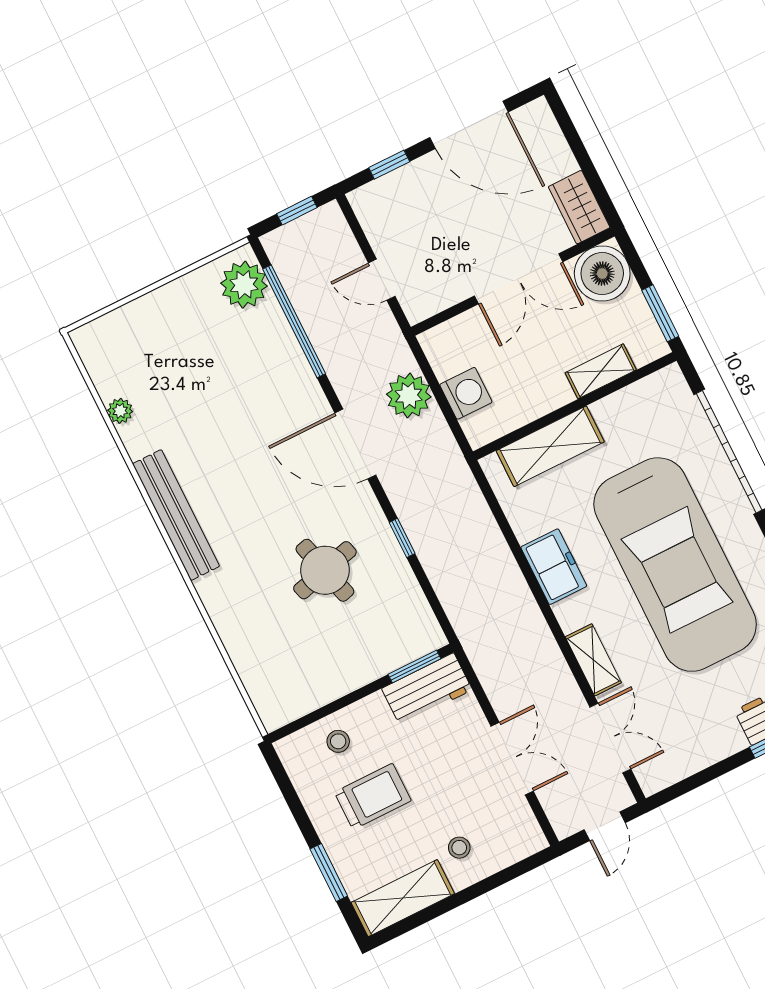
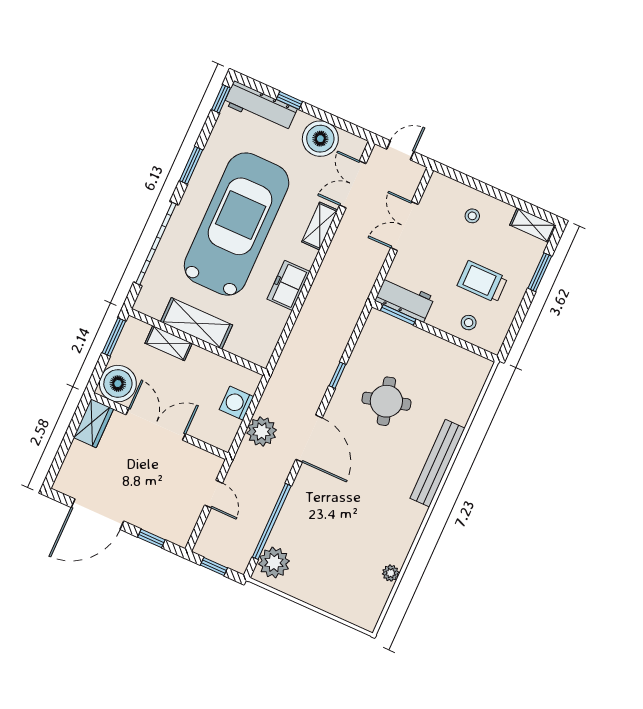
door: (469, 125) -> (97, 514), swing flipped
shelving: (550, 446) -> (196, 323), moved
bench: (176, 515) -> (437, 463), moved
boiler: (695, 744) -> (320, 139), added
shelving: (403, 898) -> (533, 225), width x0.67, depth x0.75

